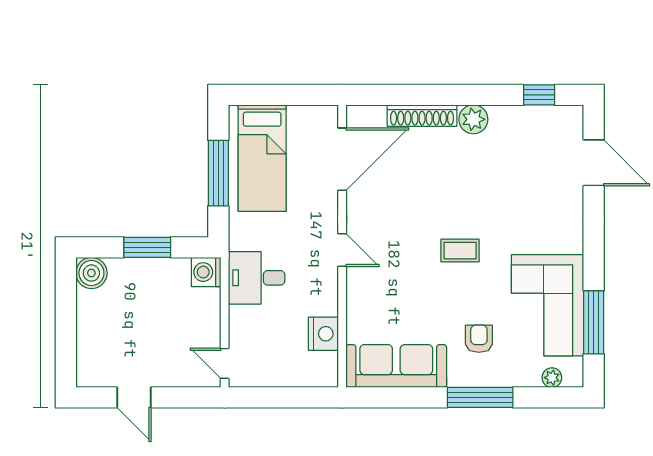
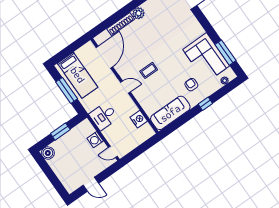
coffee table: (460, 251) -> (149, 70), moved
washing machine: (206, 272) -> (95, 140), moved
window: (480, 397) -> (205, 104), width x0.46

